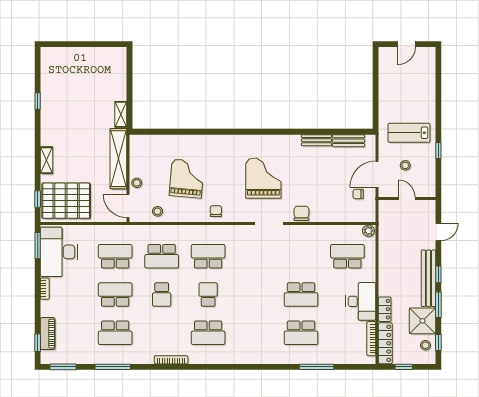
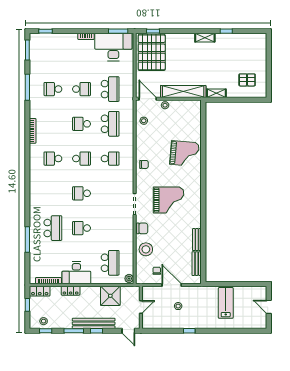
pallet: (103, 73) -> (247, 80), added
lab bench: (409, 133) -> (226, 303), moved
shelving: (47, 160) -> (205, 38), moved
grand piano: (187, 179) -> (184, 154), moved
door: (407, 199) -> (141, 307), moved
wall: (407, 199) -> (141, 307), moved
door: (128, 206) -> (148, 99), hinge flipped
stool: (329, 208) -> (146, 249), added
school desk: (162, 256) -> (110, 124), turned 180
school desk: (208, 256) -> (110, 159), width x0.54
school desk: (115, 295) -> (82, 89), width x0.54
school desk: (255, 295) -> (82, 193), added
school desk: (301, 295) -> (82, 228), width x0.54
shower: (422, 321) -> (110, 296), moved
school desk: (115, 333) -> (53, 89), width x0.54
school desk: (208, 333) -> (53, 159), width x0.54
school desk: (301, 333) -> (53, 228), turned 180
piano: (48, 334) -> (52, 39), removed
locker: (385, 343) -> (40, 291), width x0.66

